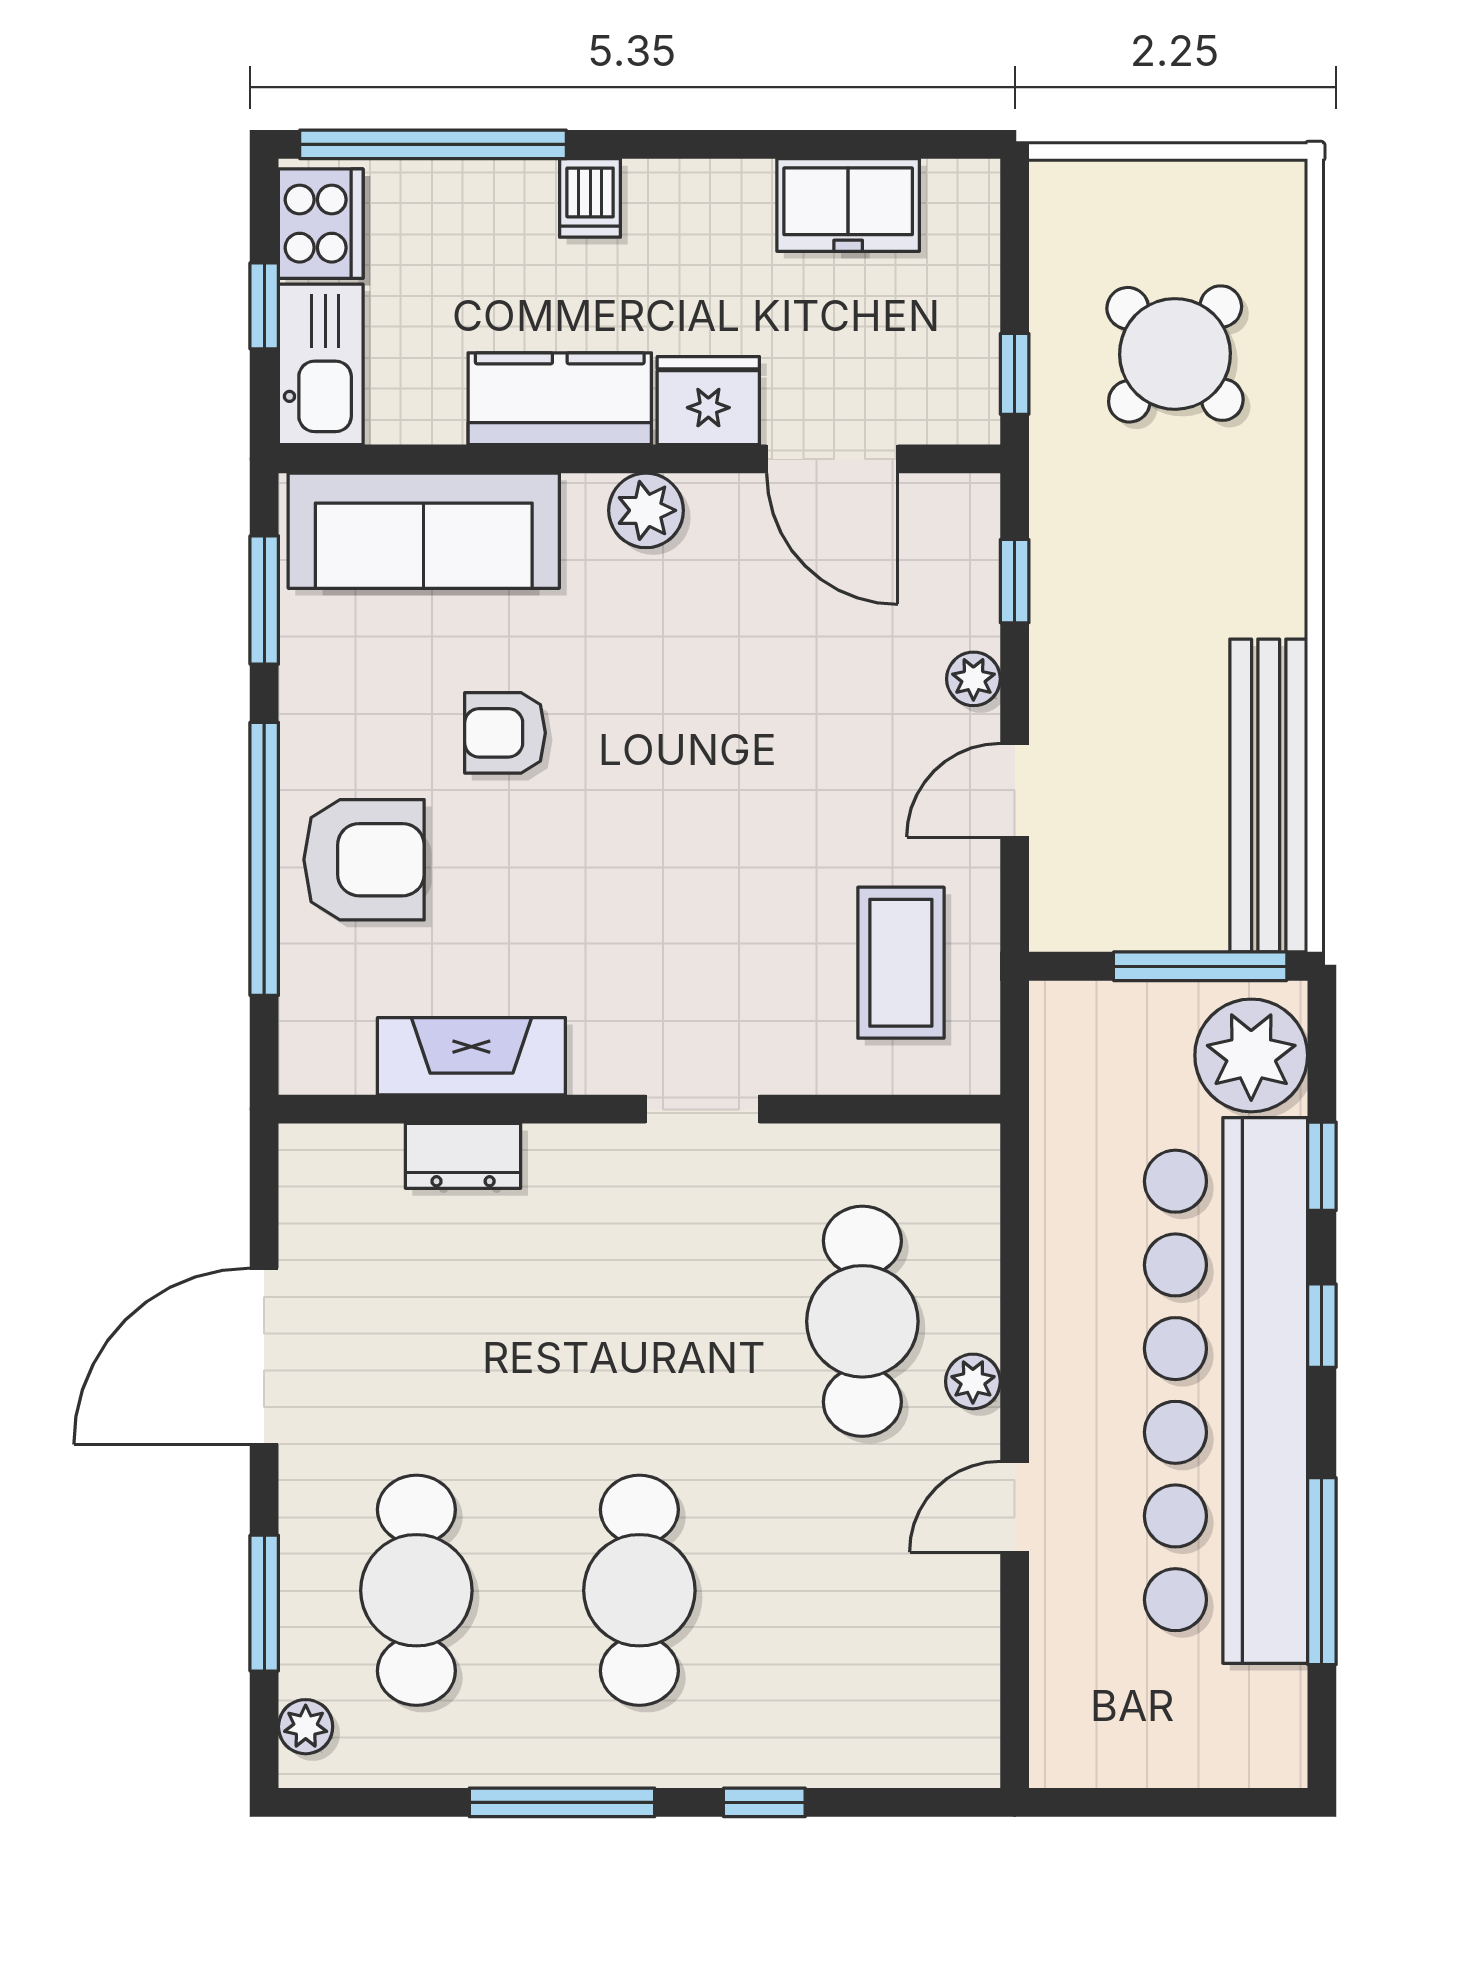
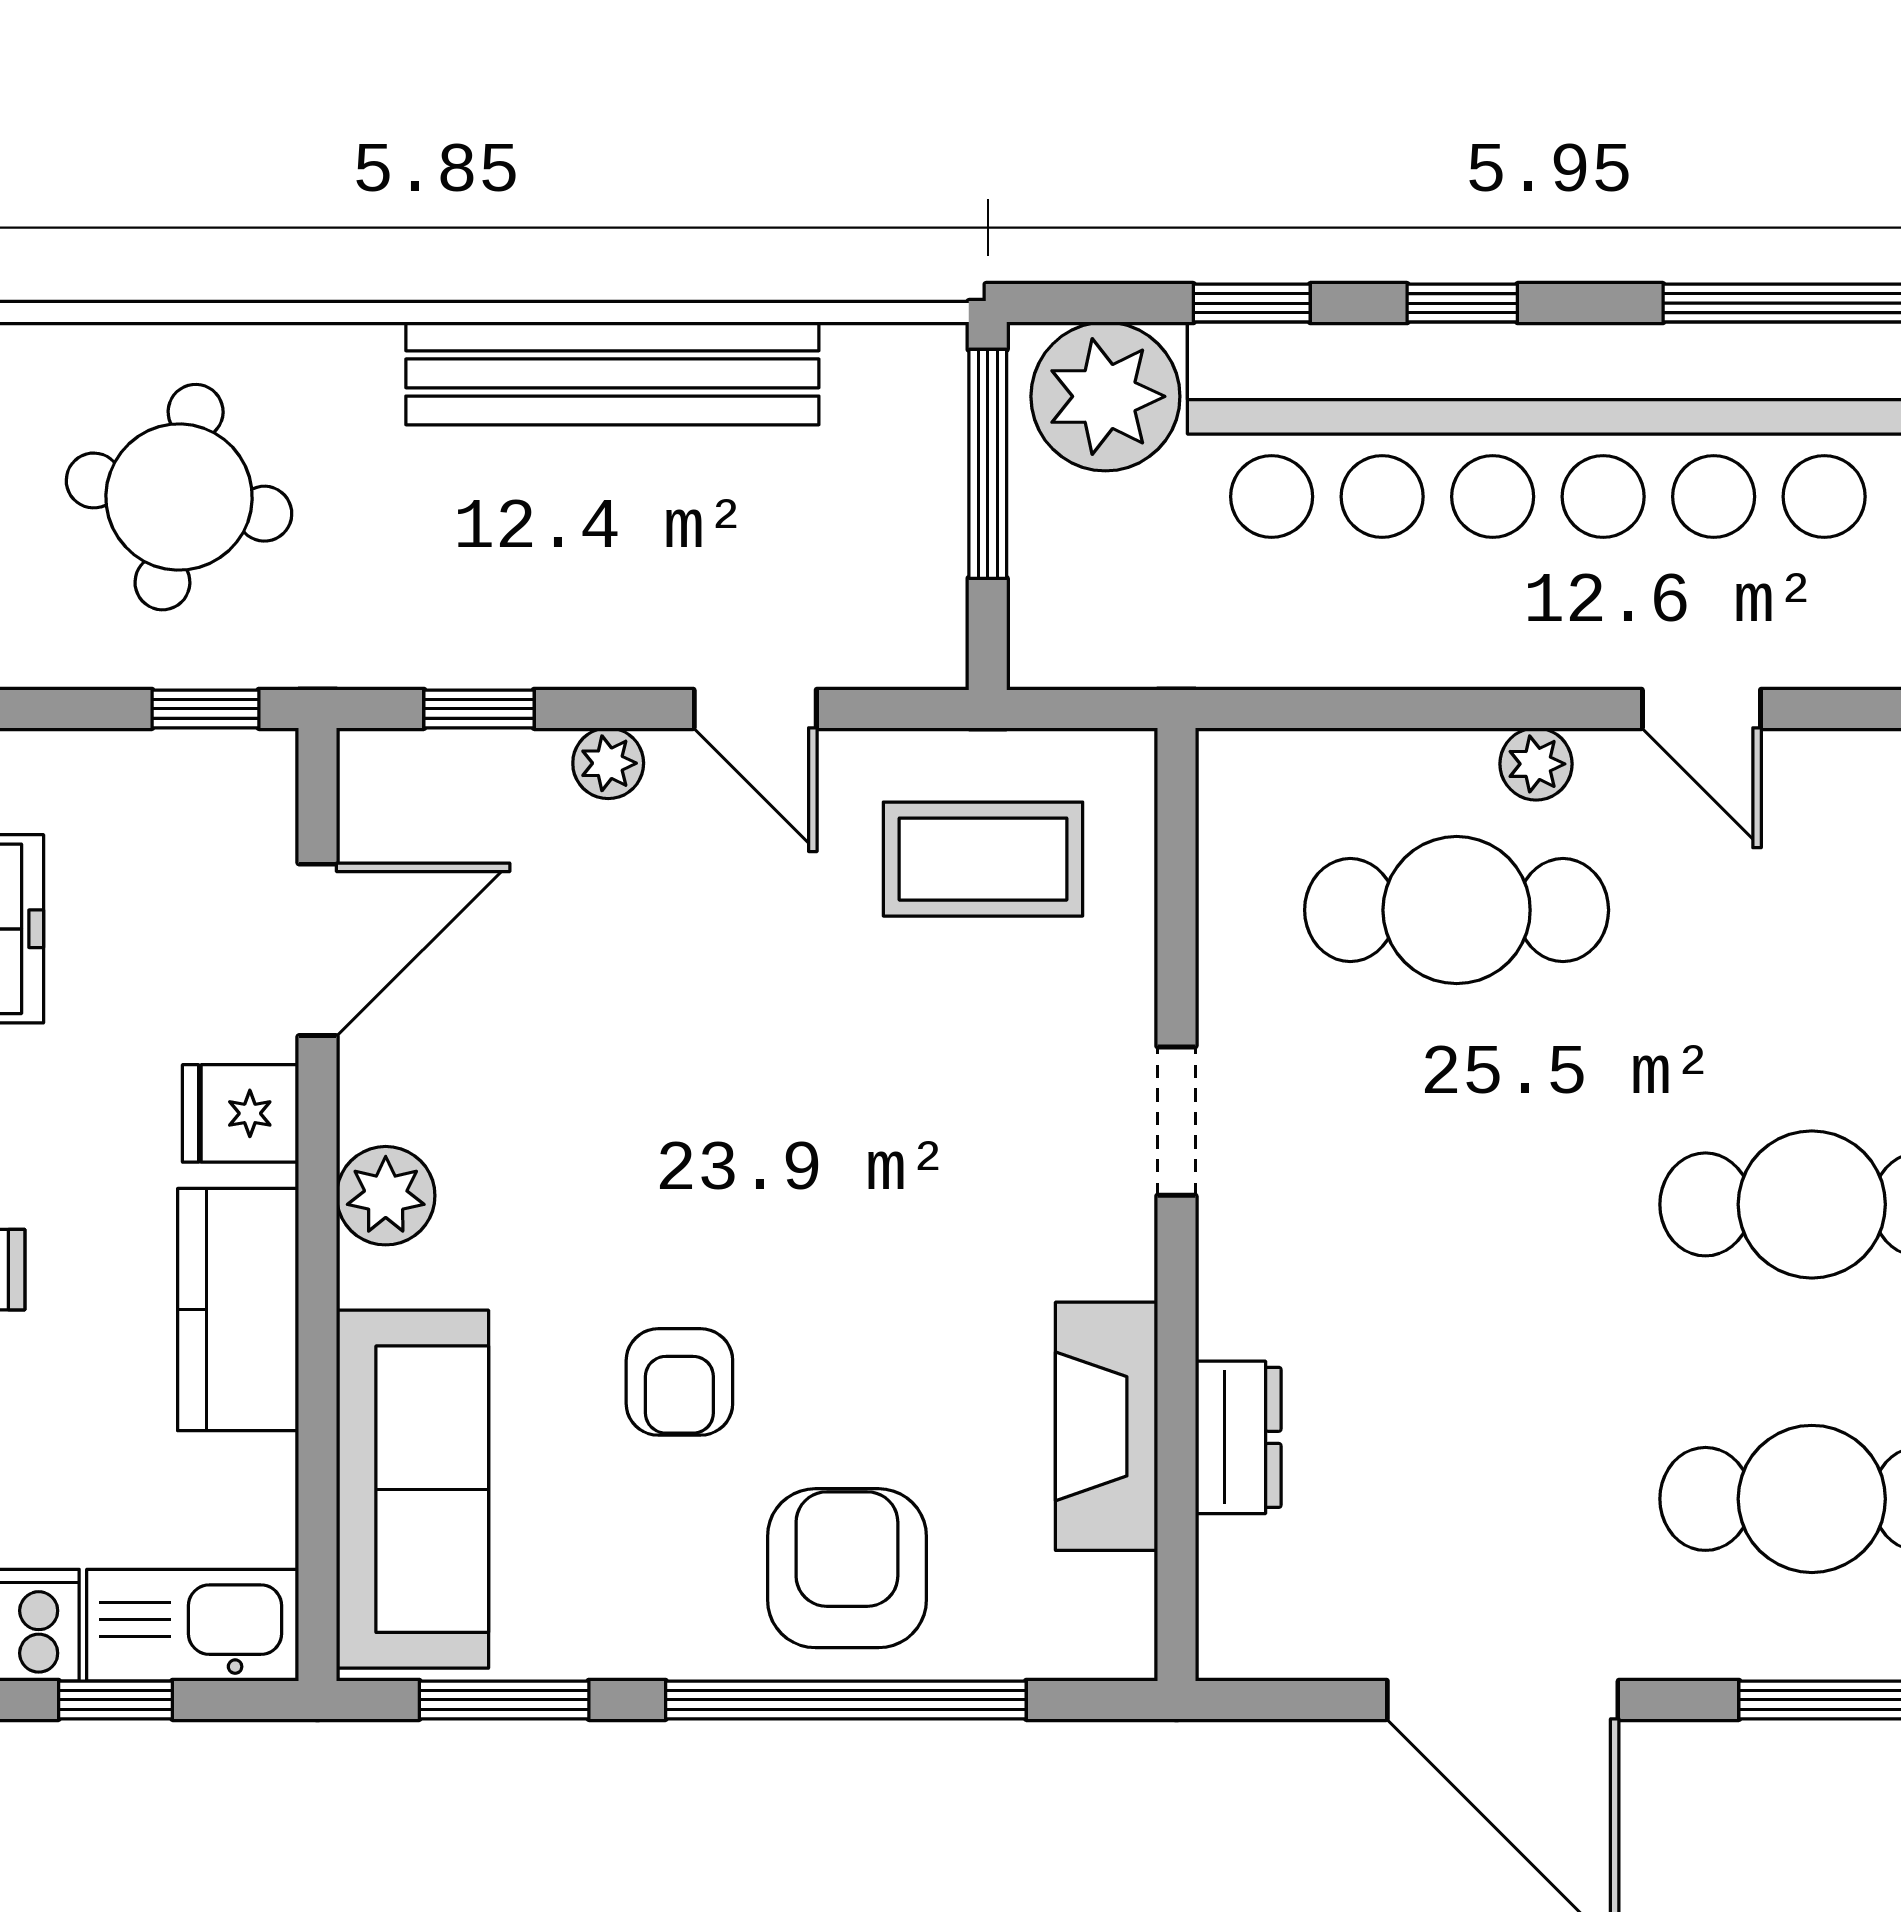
round table: (1175, 354) -> (179, 497), turned -33
fridge: (708, 401) -> (241, 1113), width x0.72
bench: (1269, 796) -> (612, 373), moved

